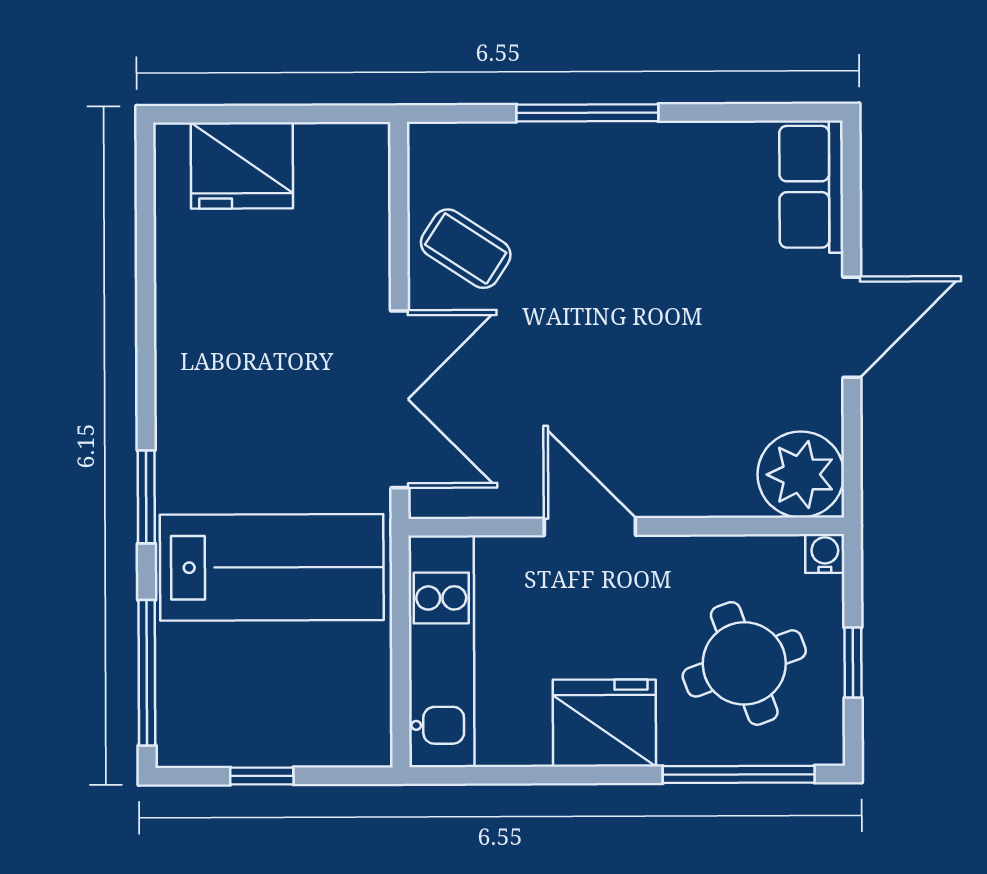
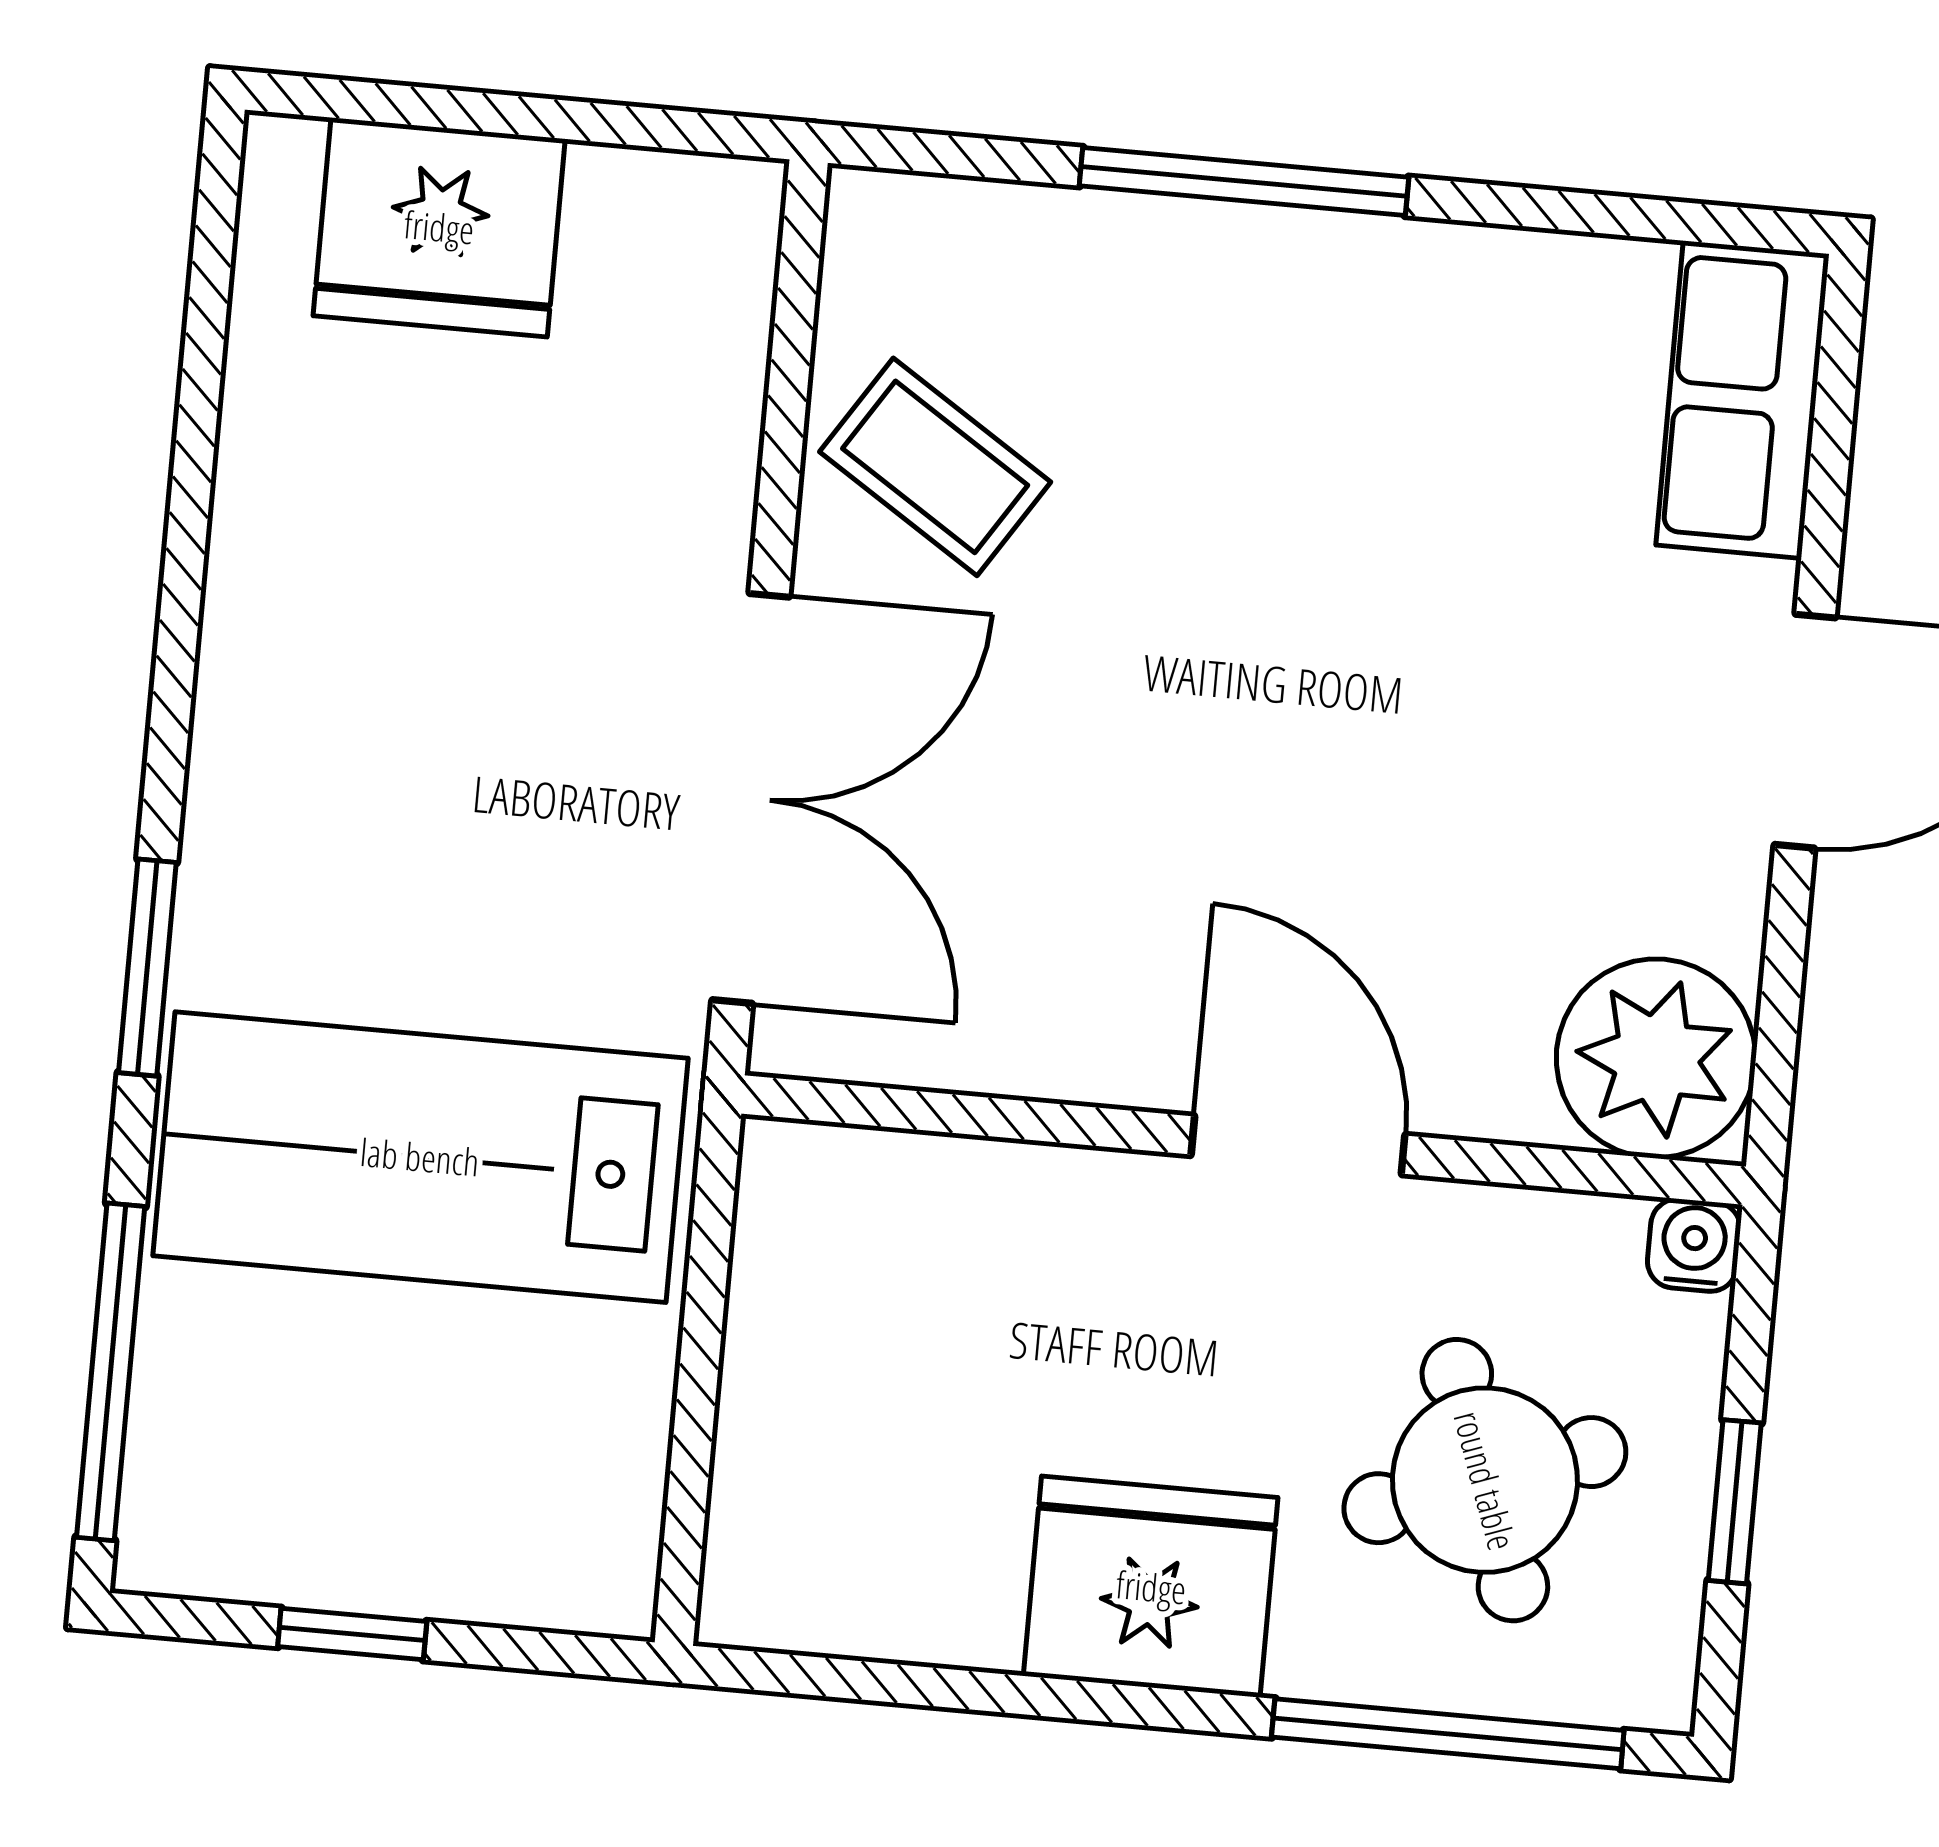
door: (590, 527) -> (1298, 1145), moved
lab bench: (272, 567) -> (420, 1157), turned 180
kitchen unit: (441, 651) -> (792, 1386), removed

